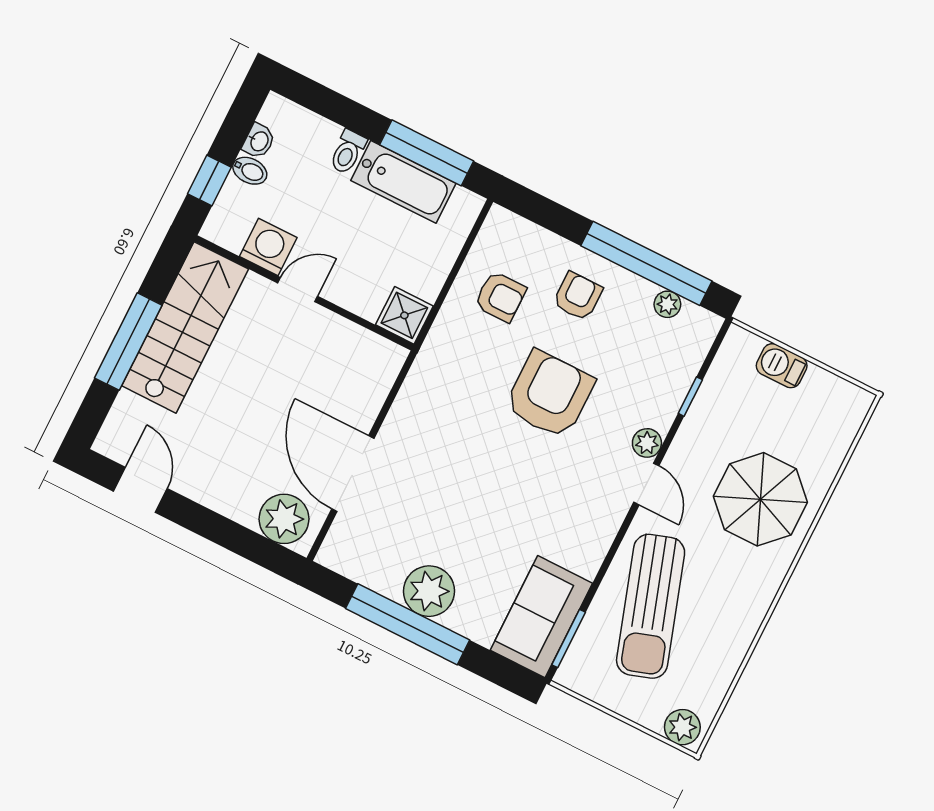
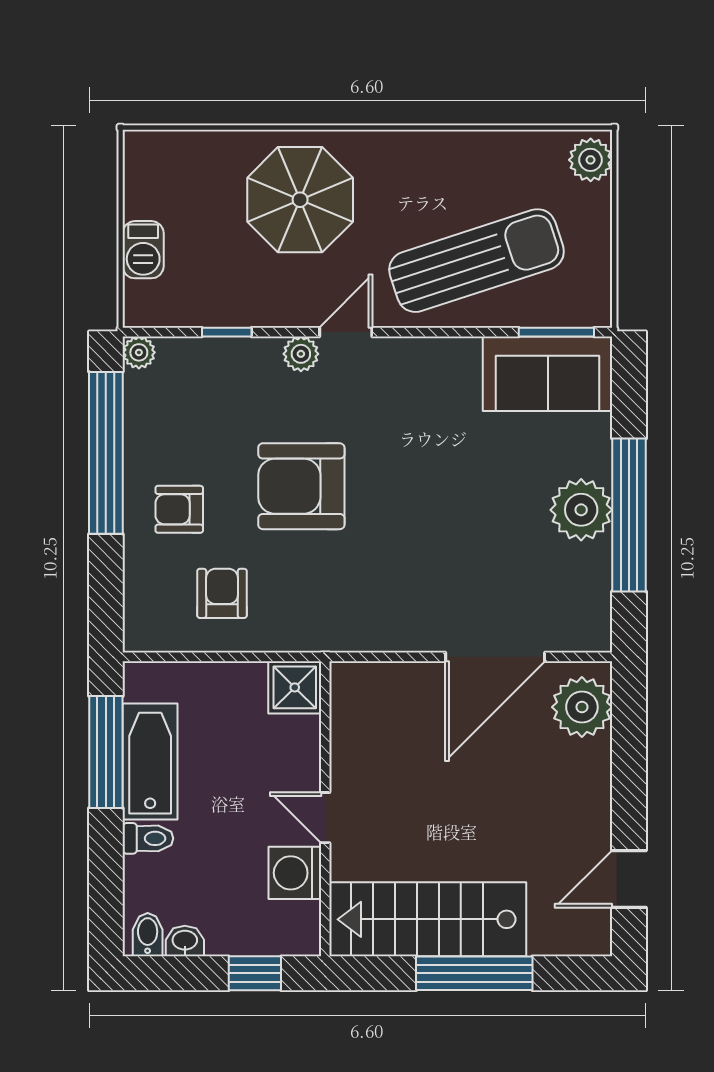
bidet: (250, 171) -> (148, 935), moved
plant: (667, 304) -> (139, 352), moved

